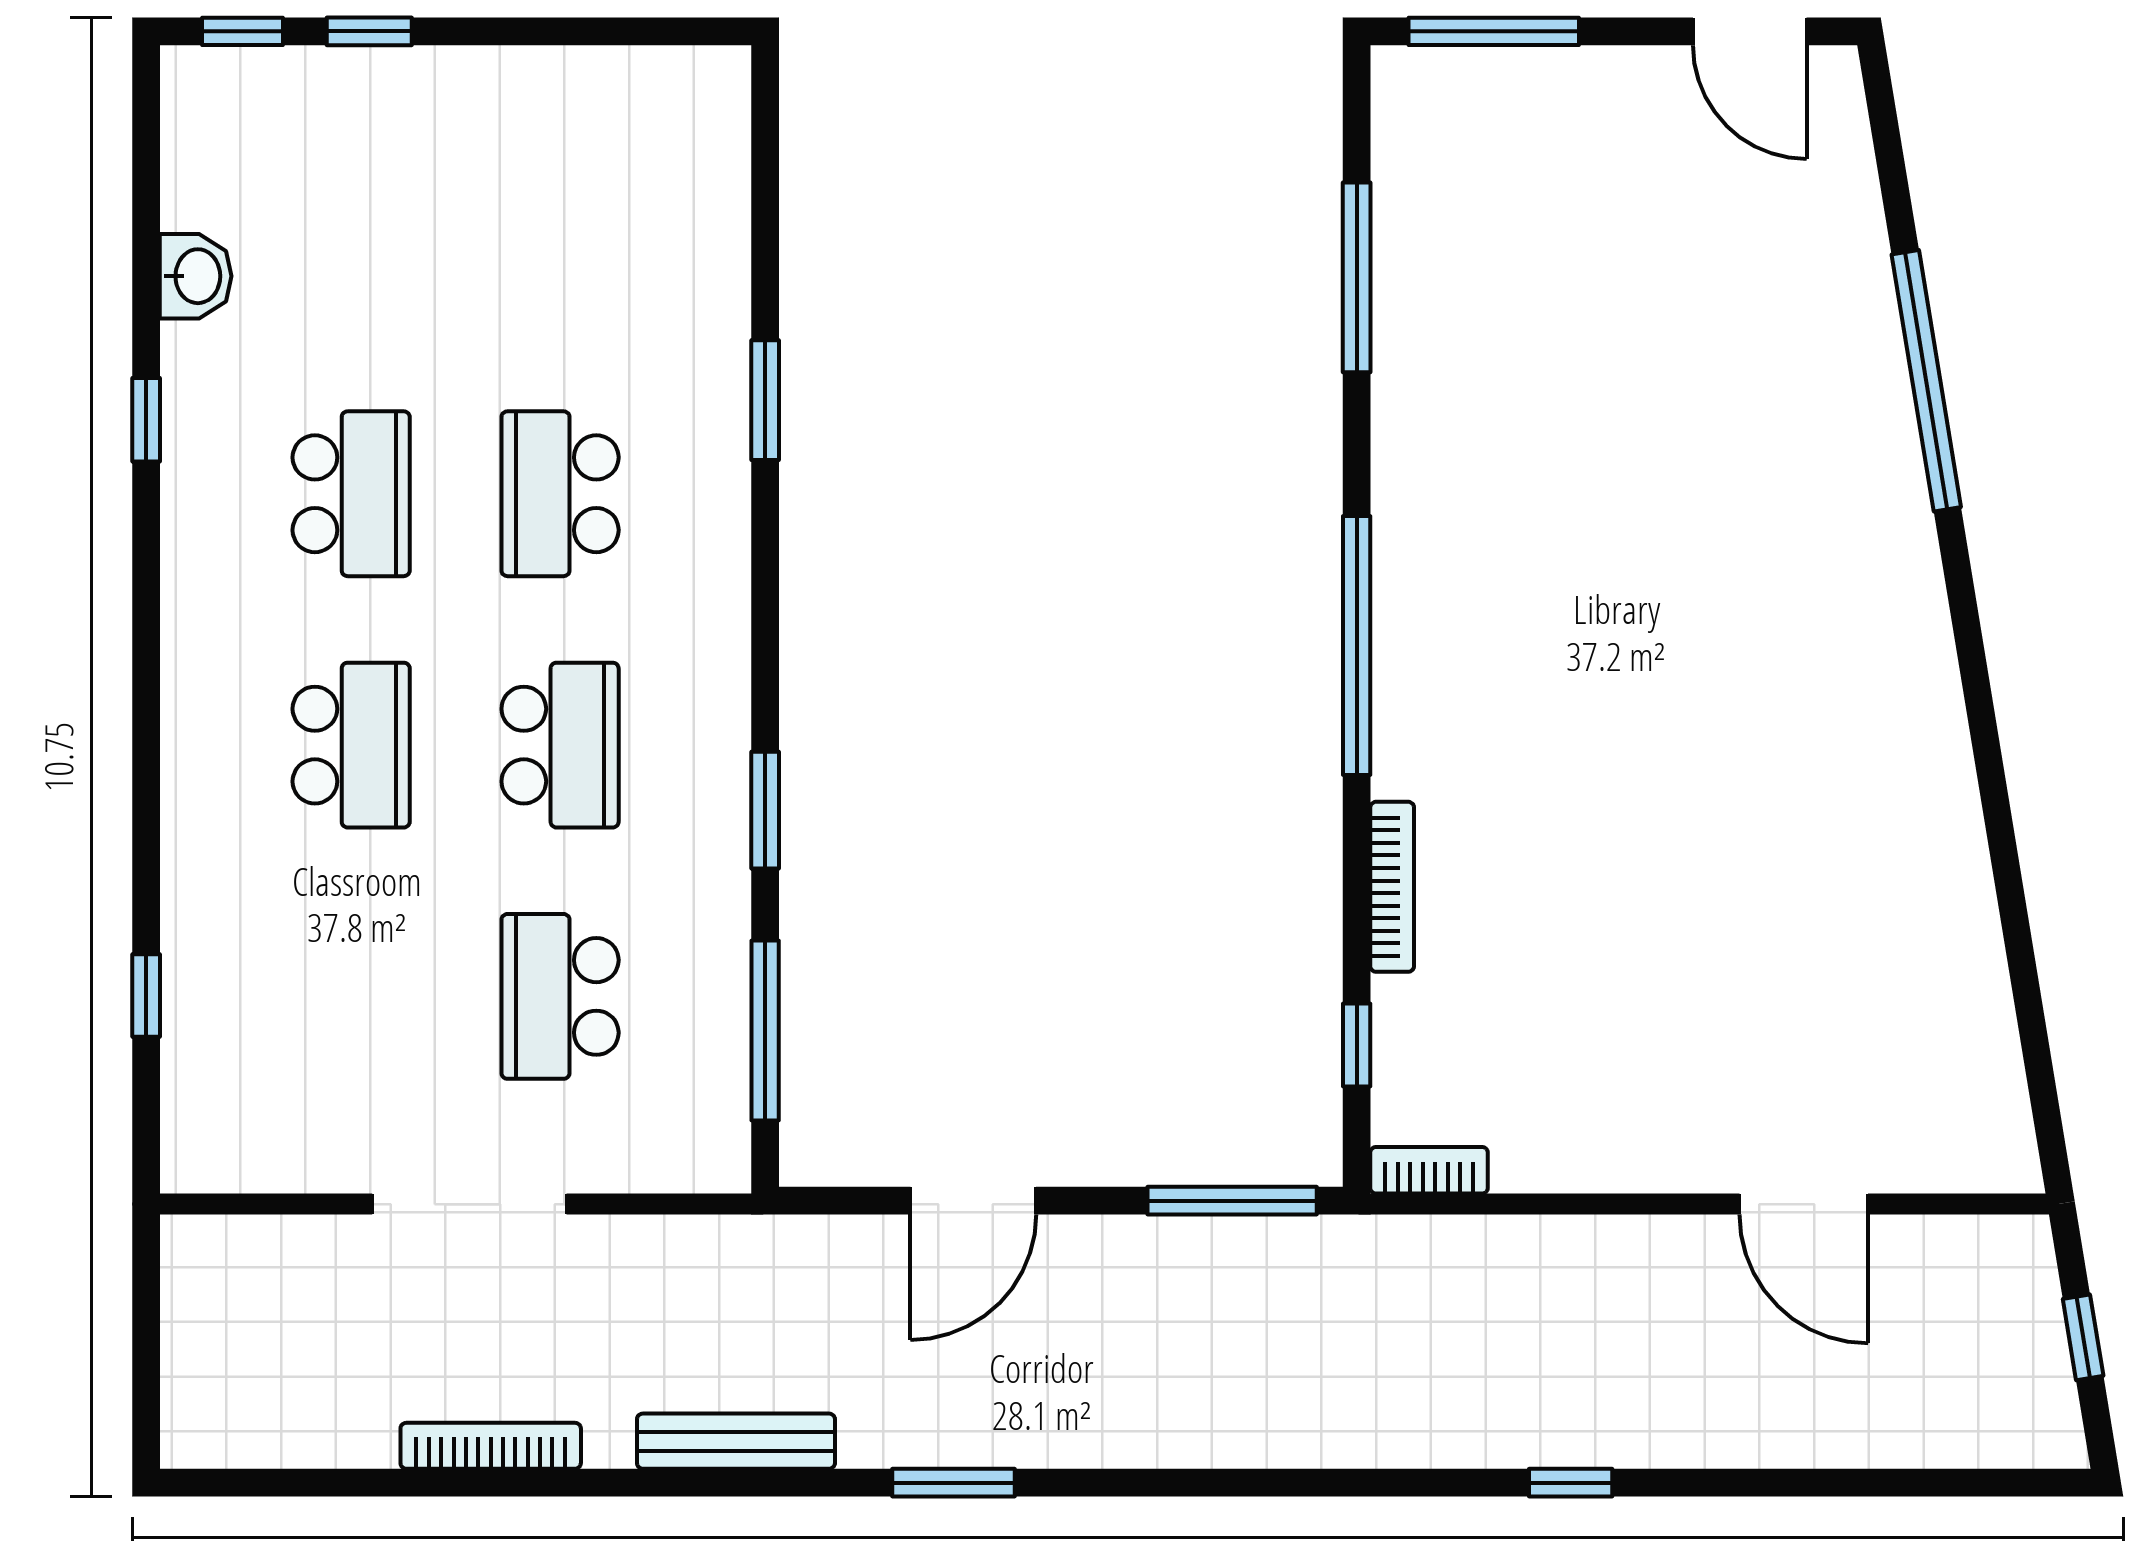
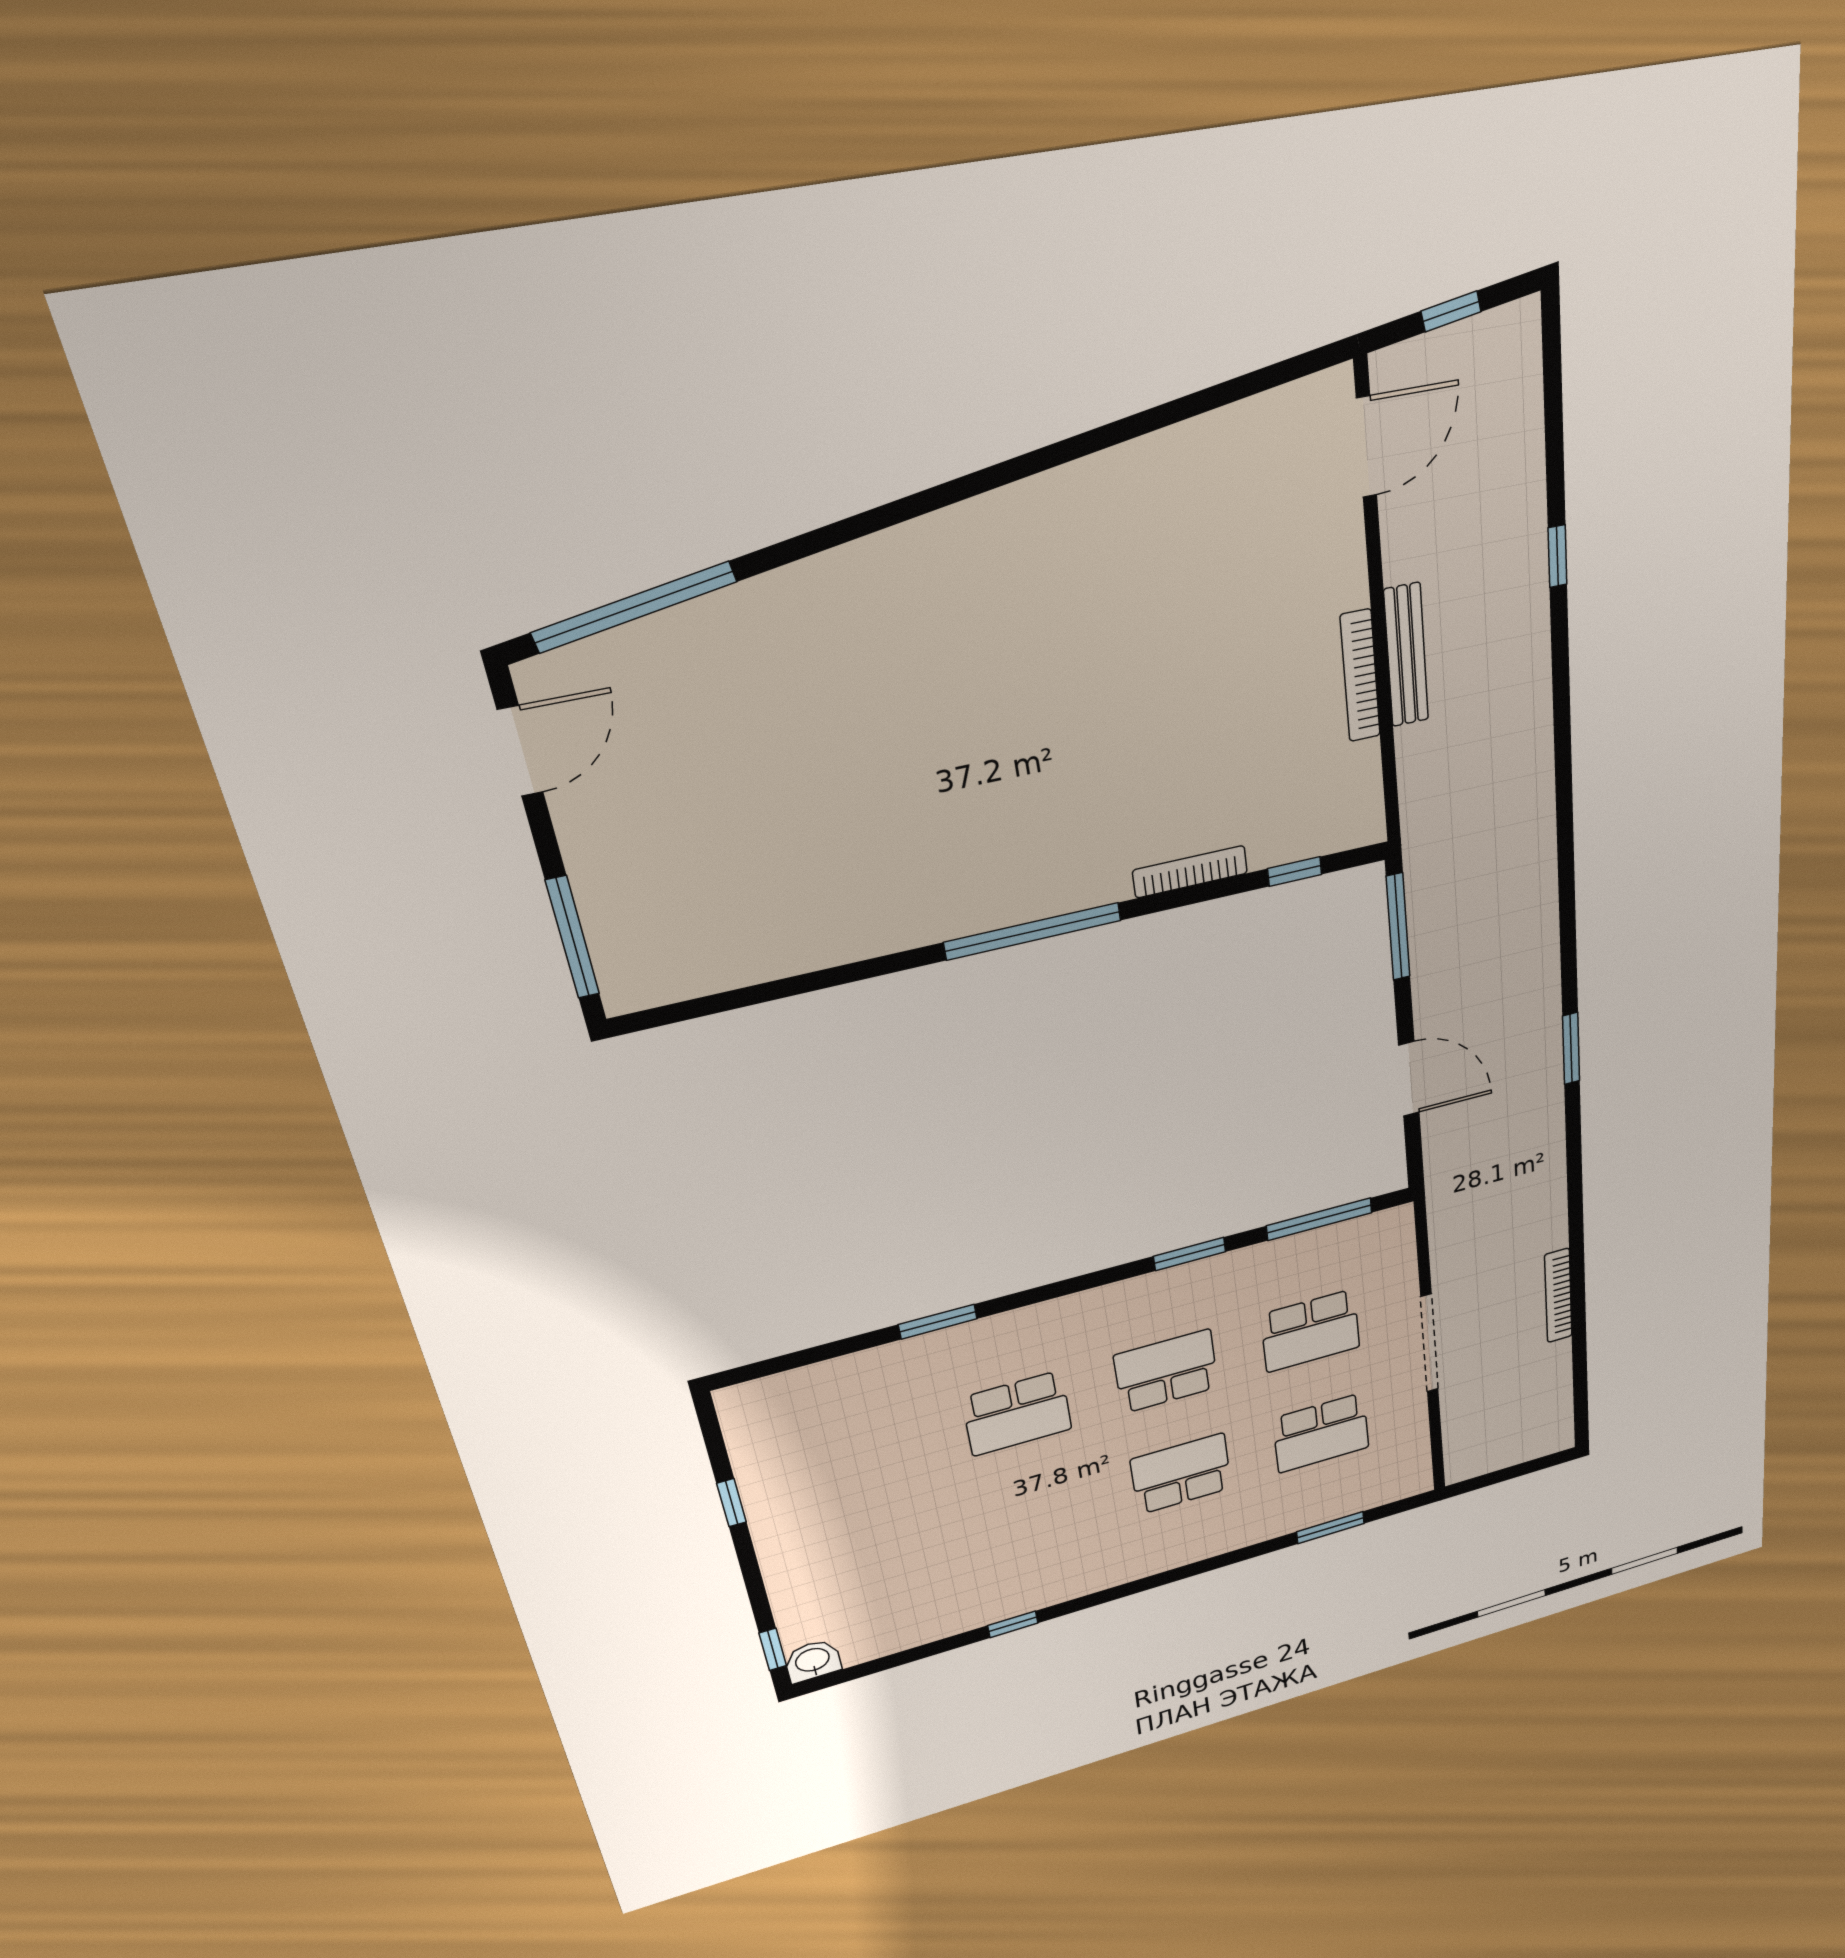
window: (369, 31) -> (731, 1503), moved
washbasin: (196, 276) -> (813, 1661), moved
window: (1357, 277) -> (778, 990), removed
window: (1926, 381) -> (634, 607), moved
school desk: (351, 494) -> (1321, 1433), moved, turned 180
window: (146, 996) -> (1330, 1528), width x1.50
bookcase: (1429, 1170) -> (1360, 676), moved, width x1.56
door: (1804, 1204) -> (1366, 447), moved
bench: (736, 1441) -> (1406, 655), moved
window: (1571, 1483) -> (1557, 556), moved

